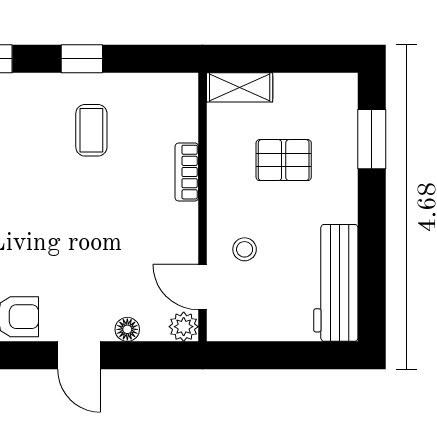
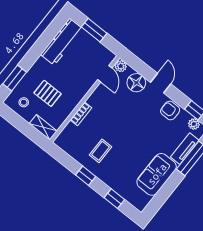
stool: (245, 249) -> (24, 102), moved
floor lamp: (127, 329) -> (136, 83), width x1.89, depth x1.89
window: (291, 355) -> (94, 30), added

